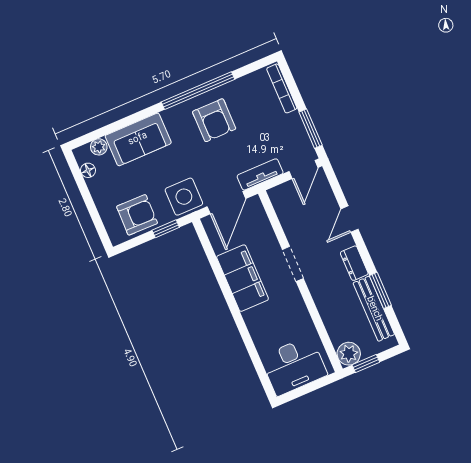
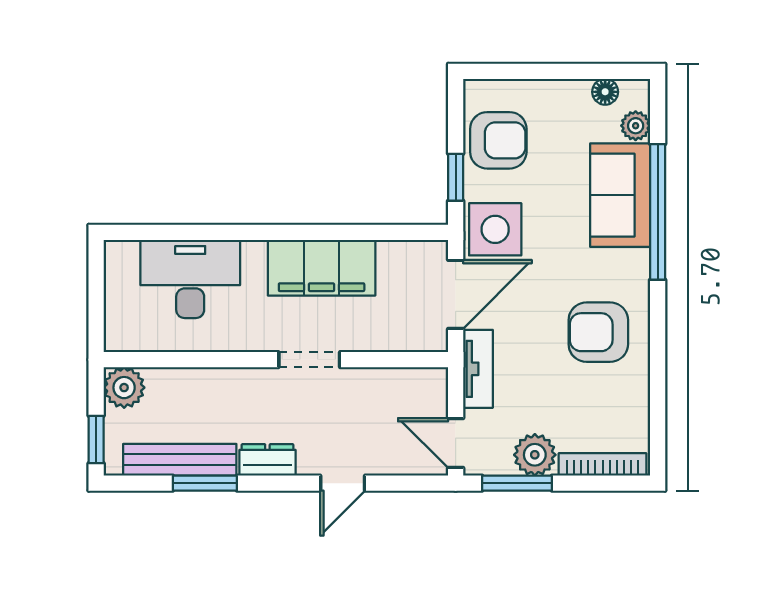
window: (198, 91) -> (658, 212), moved
plant: (292, 126) -> (535, 455), added
door: (226, 203) -> (456, 294), swing flipped
armchair: (137, 215) -> (498, 140), turned -91
door: (350, 219) -> (343, 483), swing flipped
window: (366, 363) -> (96, 440), moved
desk: (294, 366) -> (190, 279), moved, turned 90

